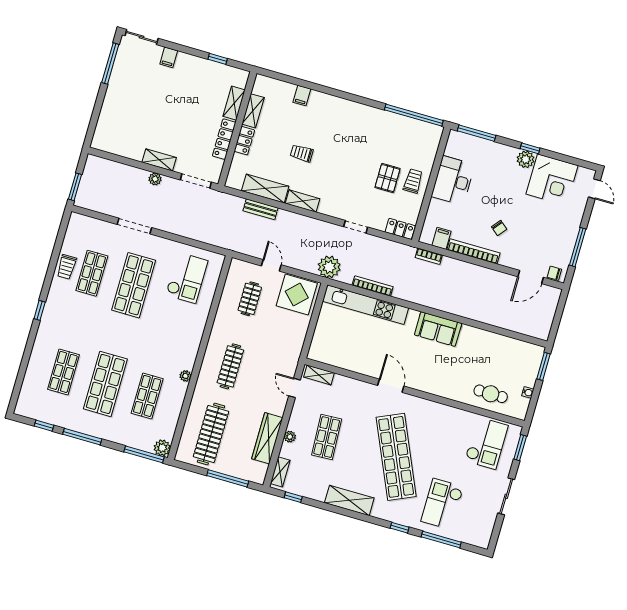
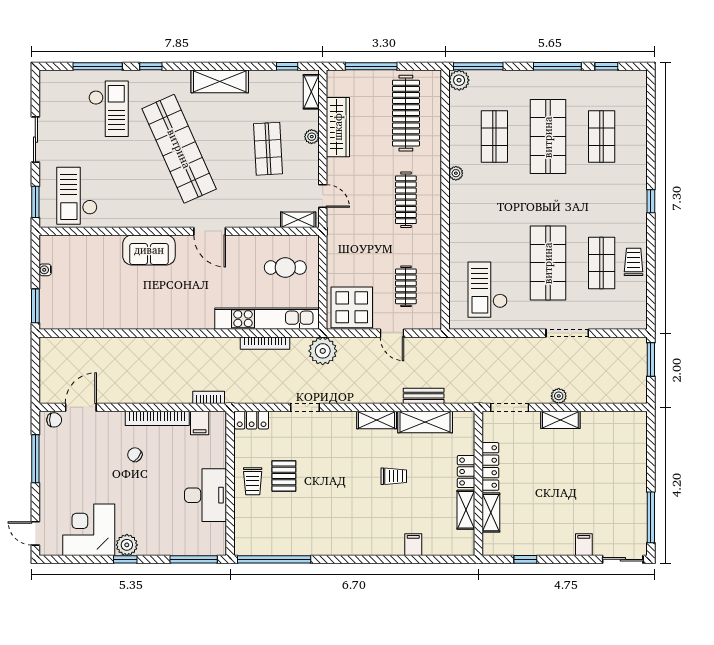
sofa: (438, 329) -> (149, 250), moved, turned 180
cafe table: (491, 394) -> (285, 268), moved

